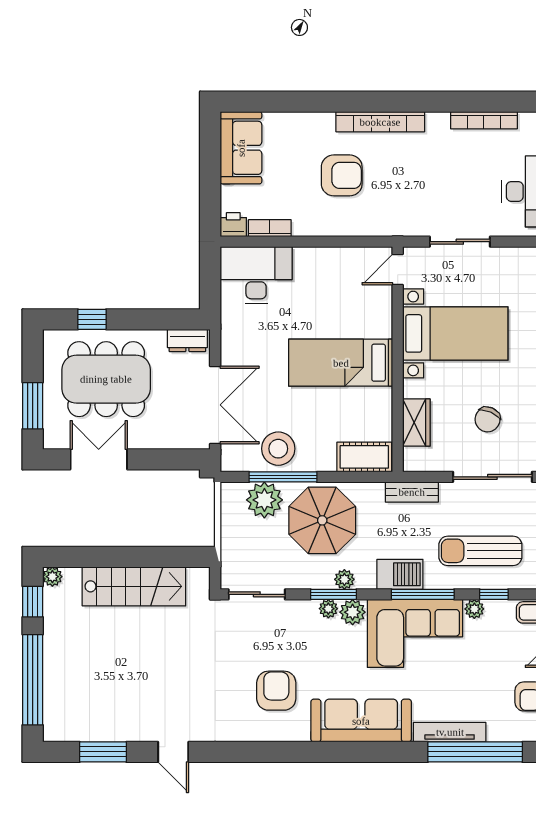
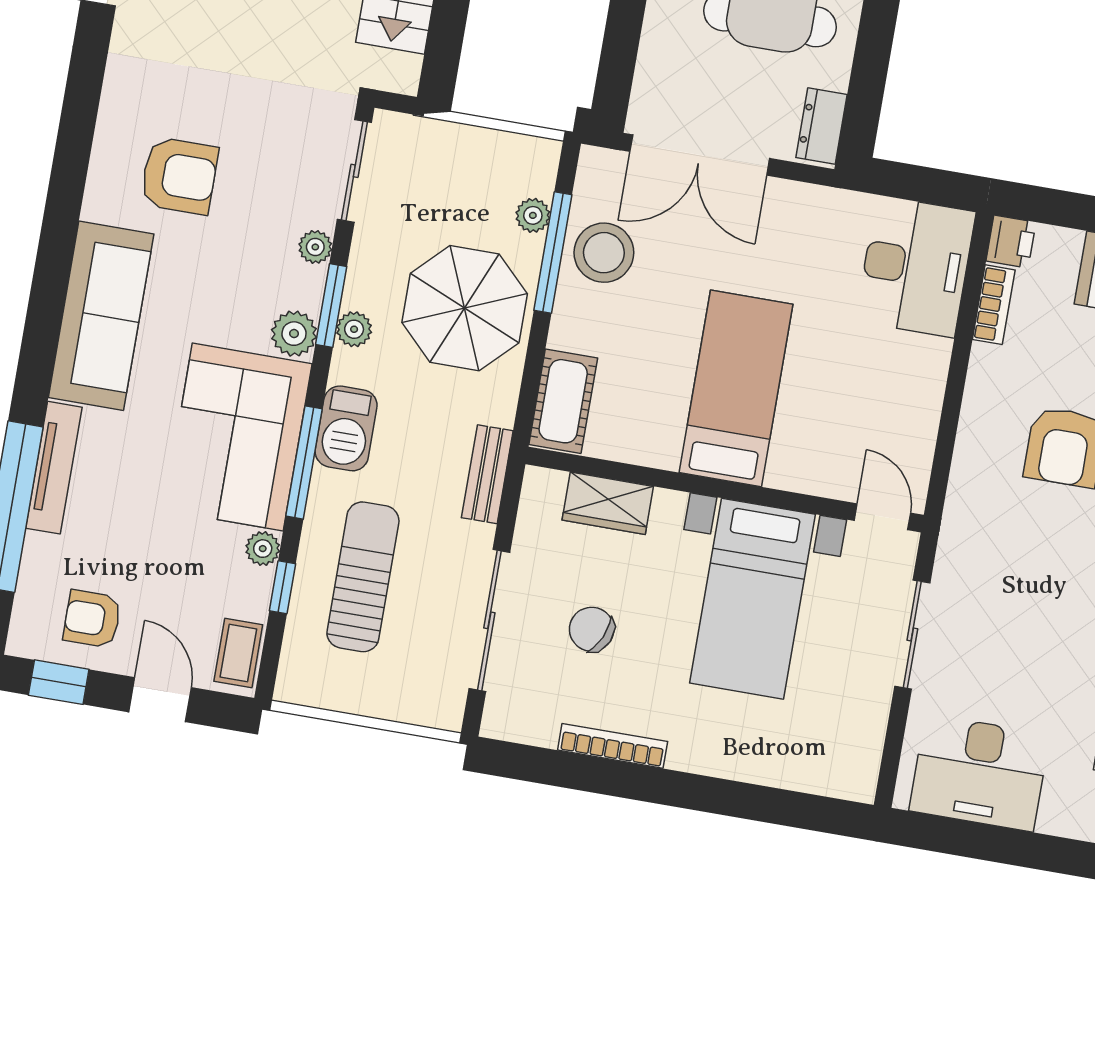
plant: (264, 500) -> (533, 215), width x0.53, depth x0.53
plant: (328, 609) -> (315, 247), moved

